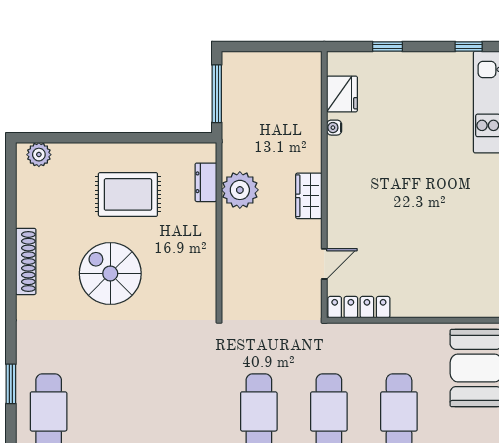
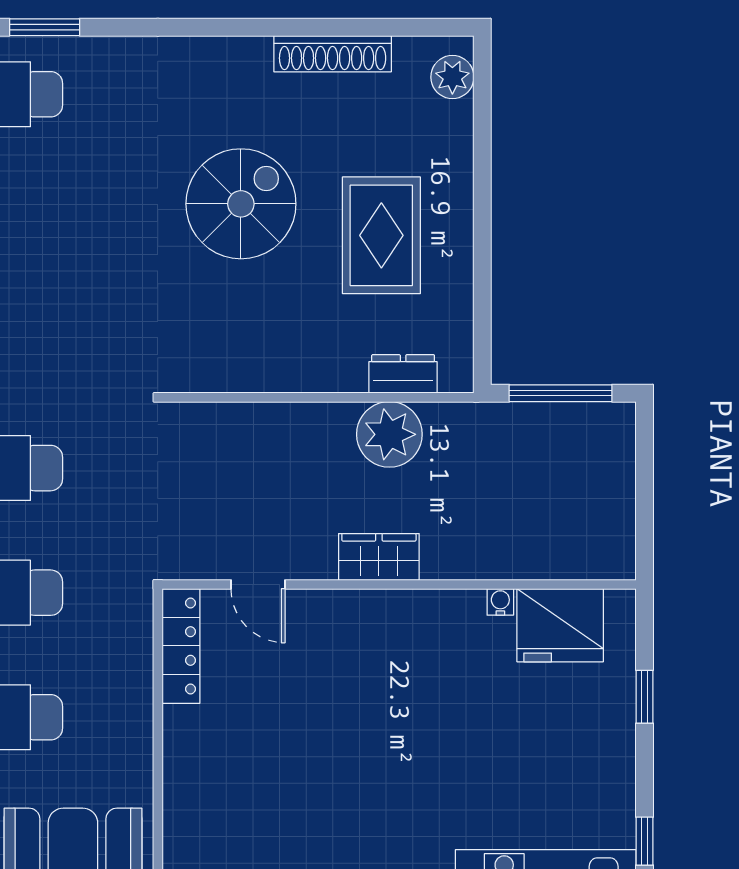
fridge: (342, 94) -> (560, 625), width x1.36, depth x1.34
shoe rack: (26, 261) -> (333, 54), moved

